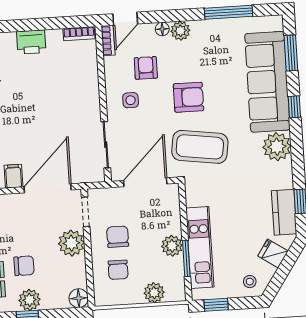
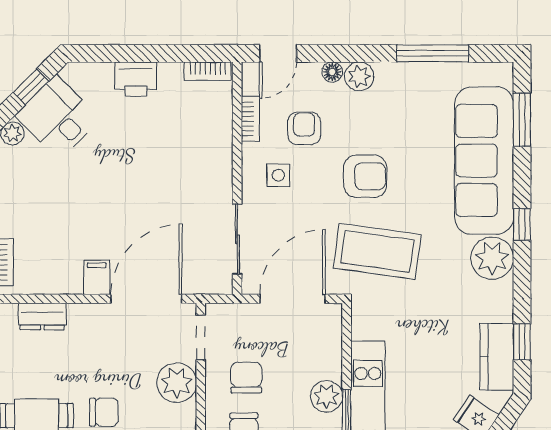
bookcase: (108, 41) -> (250, 119), moved
window: (294, 107) -> (522, 224), moved

